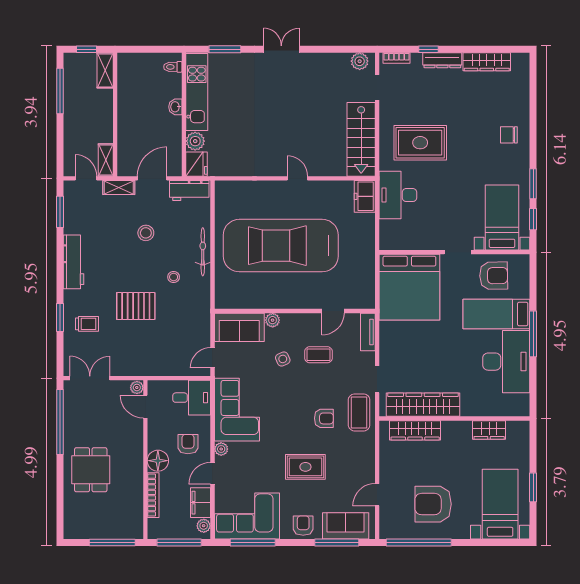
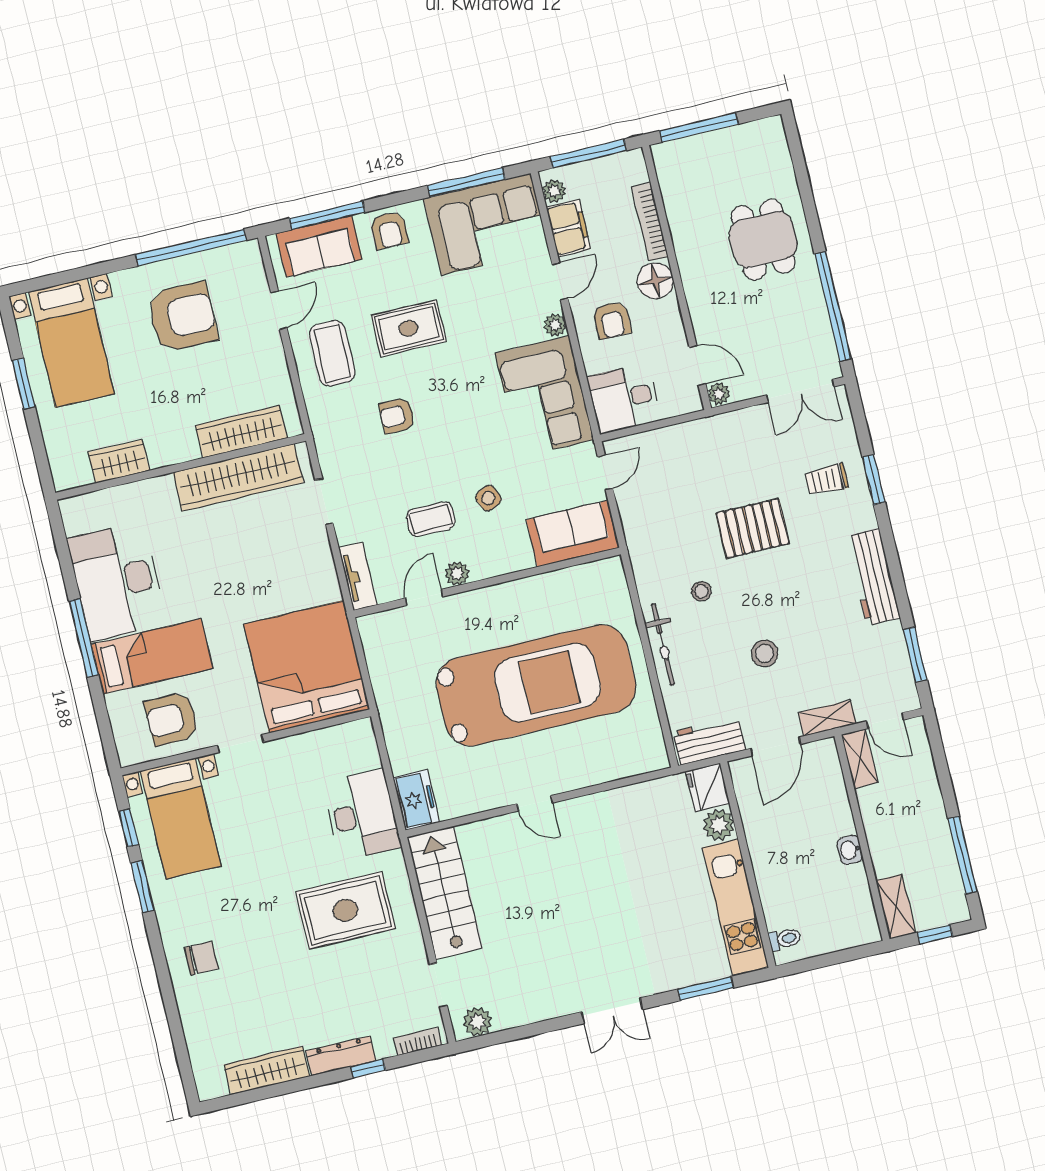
washbasin: (175, 107) -> (850, 850), moved, turned 180
plant: (273, 320) -> (457, 574), moved
coffee table: (359, 412) -> (332, 353), moved

